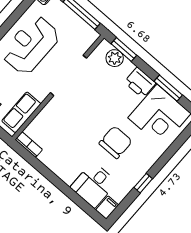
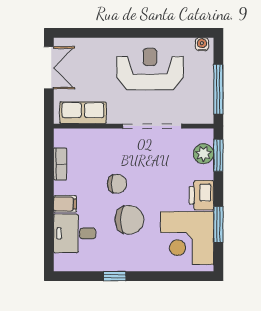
chair: (86, 130) -> (117, 184), added
bookcase: (29, 145) -> (60, 164), moved
filing cabinet: (107, 207) -> (65, 204), moved

